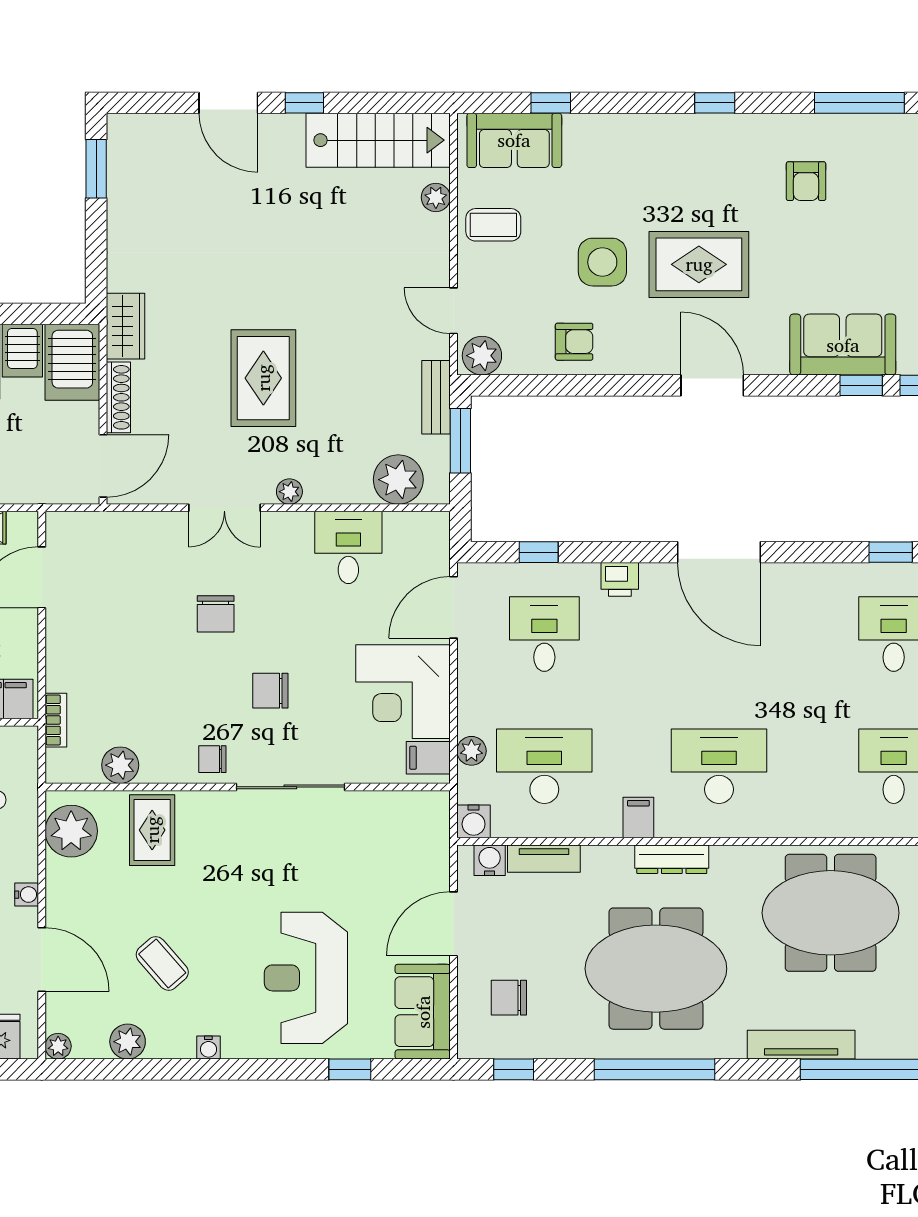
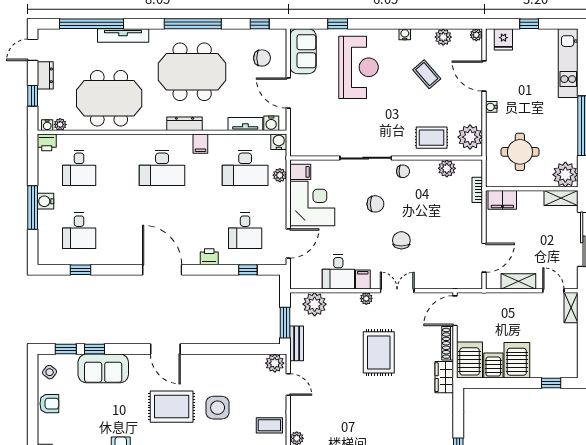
armchair: (574, 342) -> (231, 370), removed
filing cabinet: (297, 532) -> (363, 279), added
rug: (152, 830) -> (432, 138), turned 90
door: (454, 924) -> (288, 93), swing flipped

